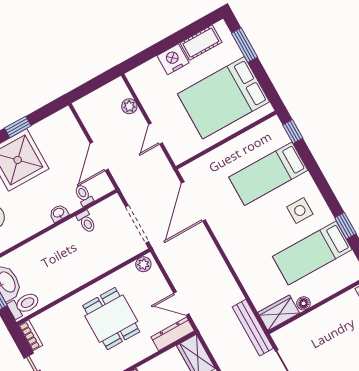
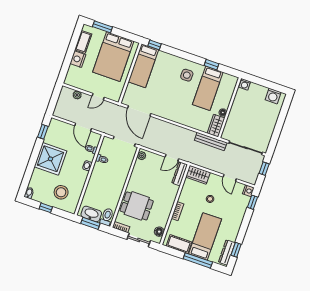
window: (18, 127) -> (43, 132), moved
door: (156, 134) -> (98, 97), hinge flipped
bed: (268, 174) -> (143, 66), moved
dining table: (111, 319) -> (137, 206), moved

